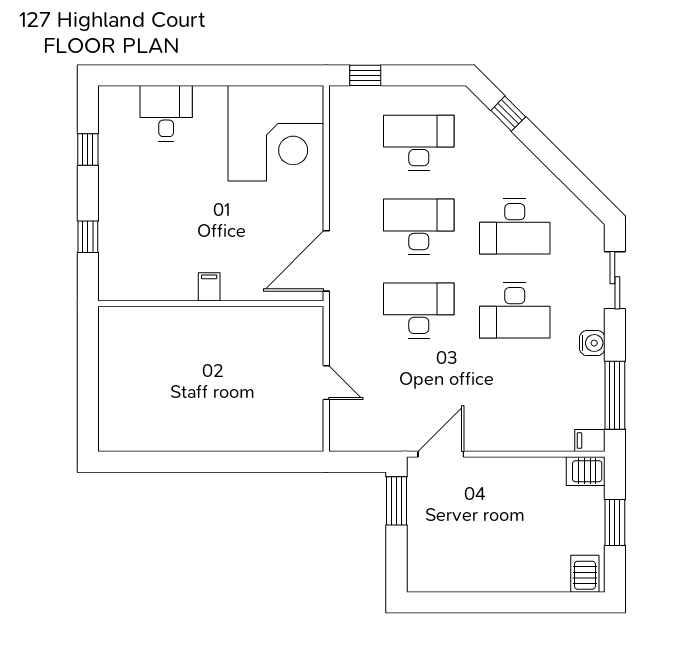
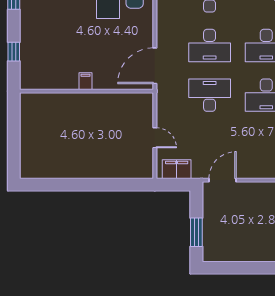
desk: (419, 227) -> (210, 46), turned 180
filing cabinet: (363, 436) -> (177, 169), added
window: (397, 501) -> (196, 232), moved

